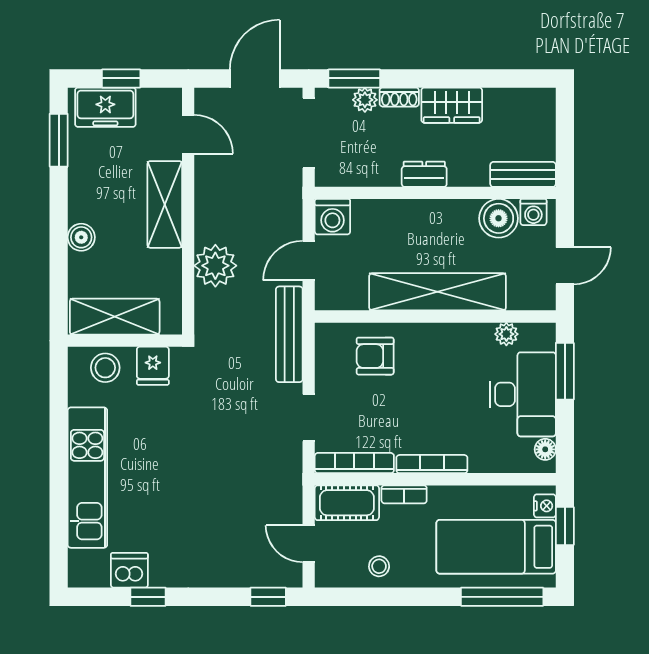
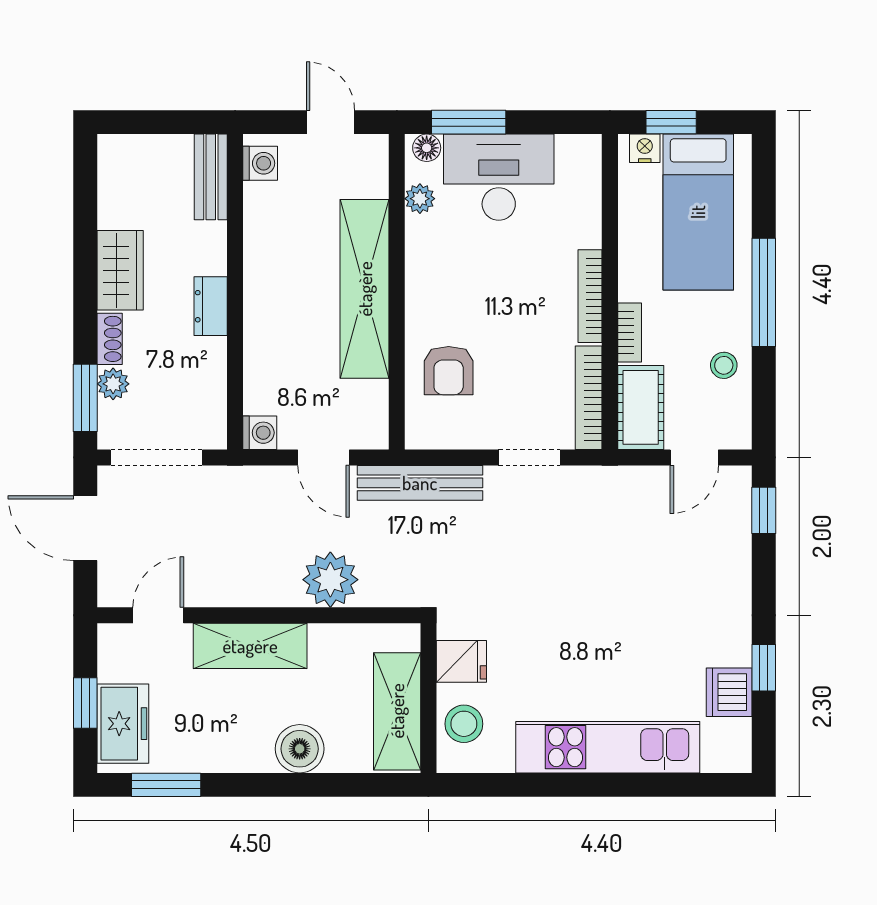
washing machine: (332, 217) -> (260, 433), width x0.73, depth x0.73
boiler: (499, 218) -> (268, 209), removed
boiler: (81, 237) -> (300, 749), width x1.36, depth x1.36
floor lamp: (545, 449) -> (427, 148), moved
window: (502, 597) -> (764, 292), moved

